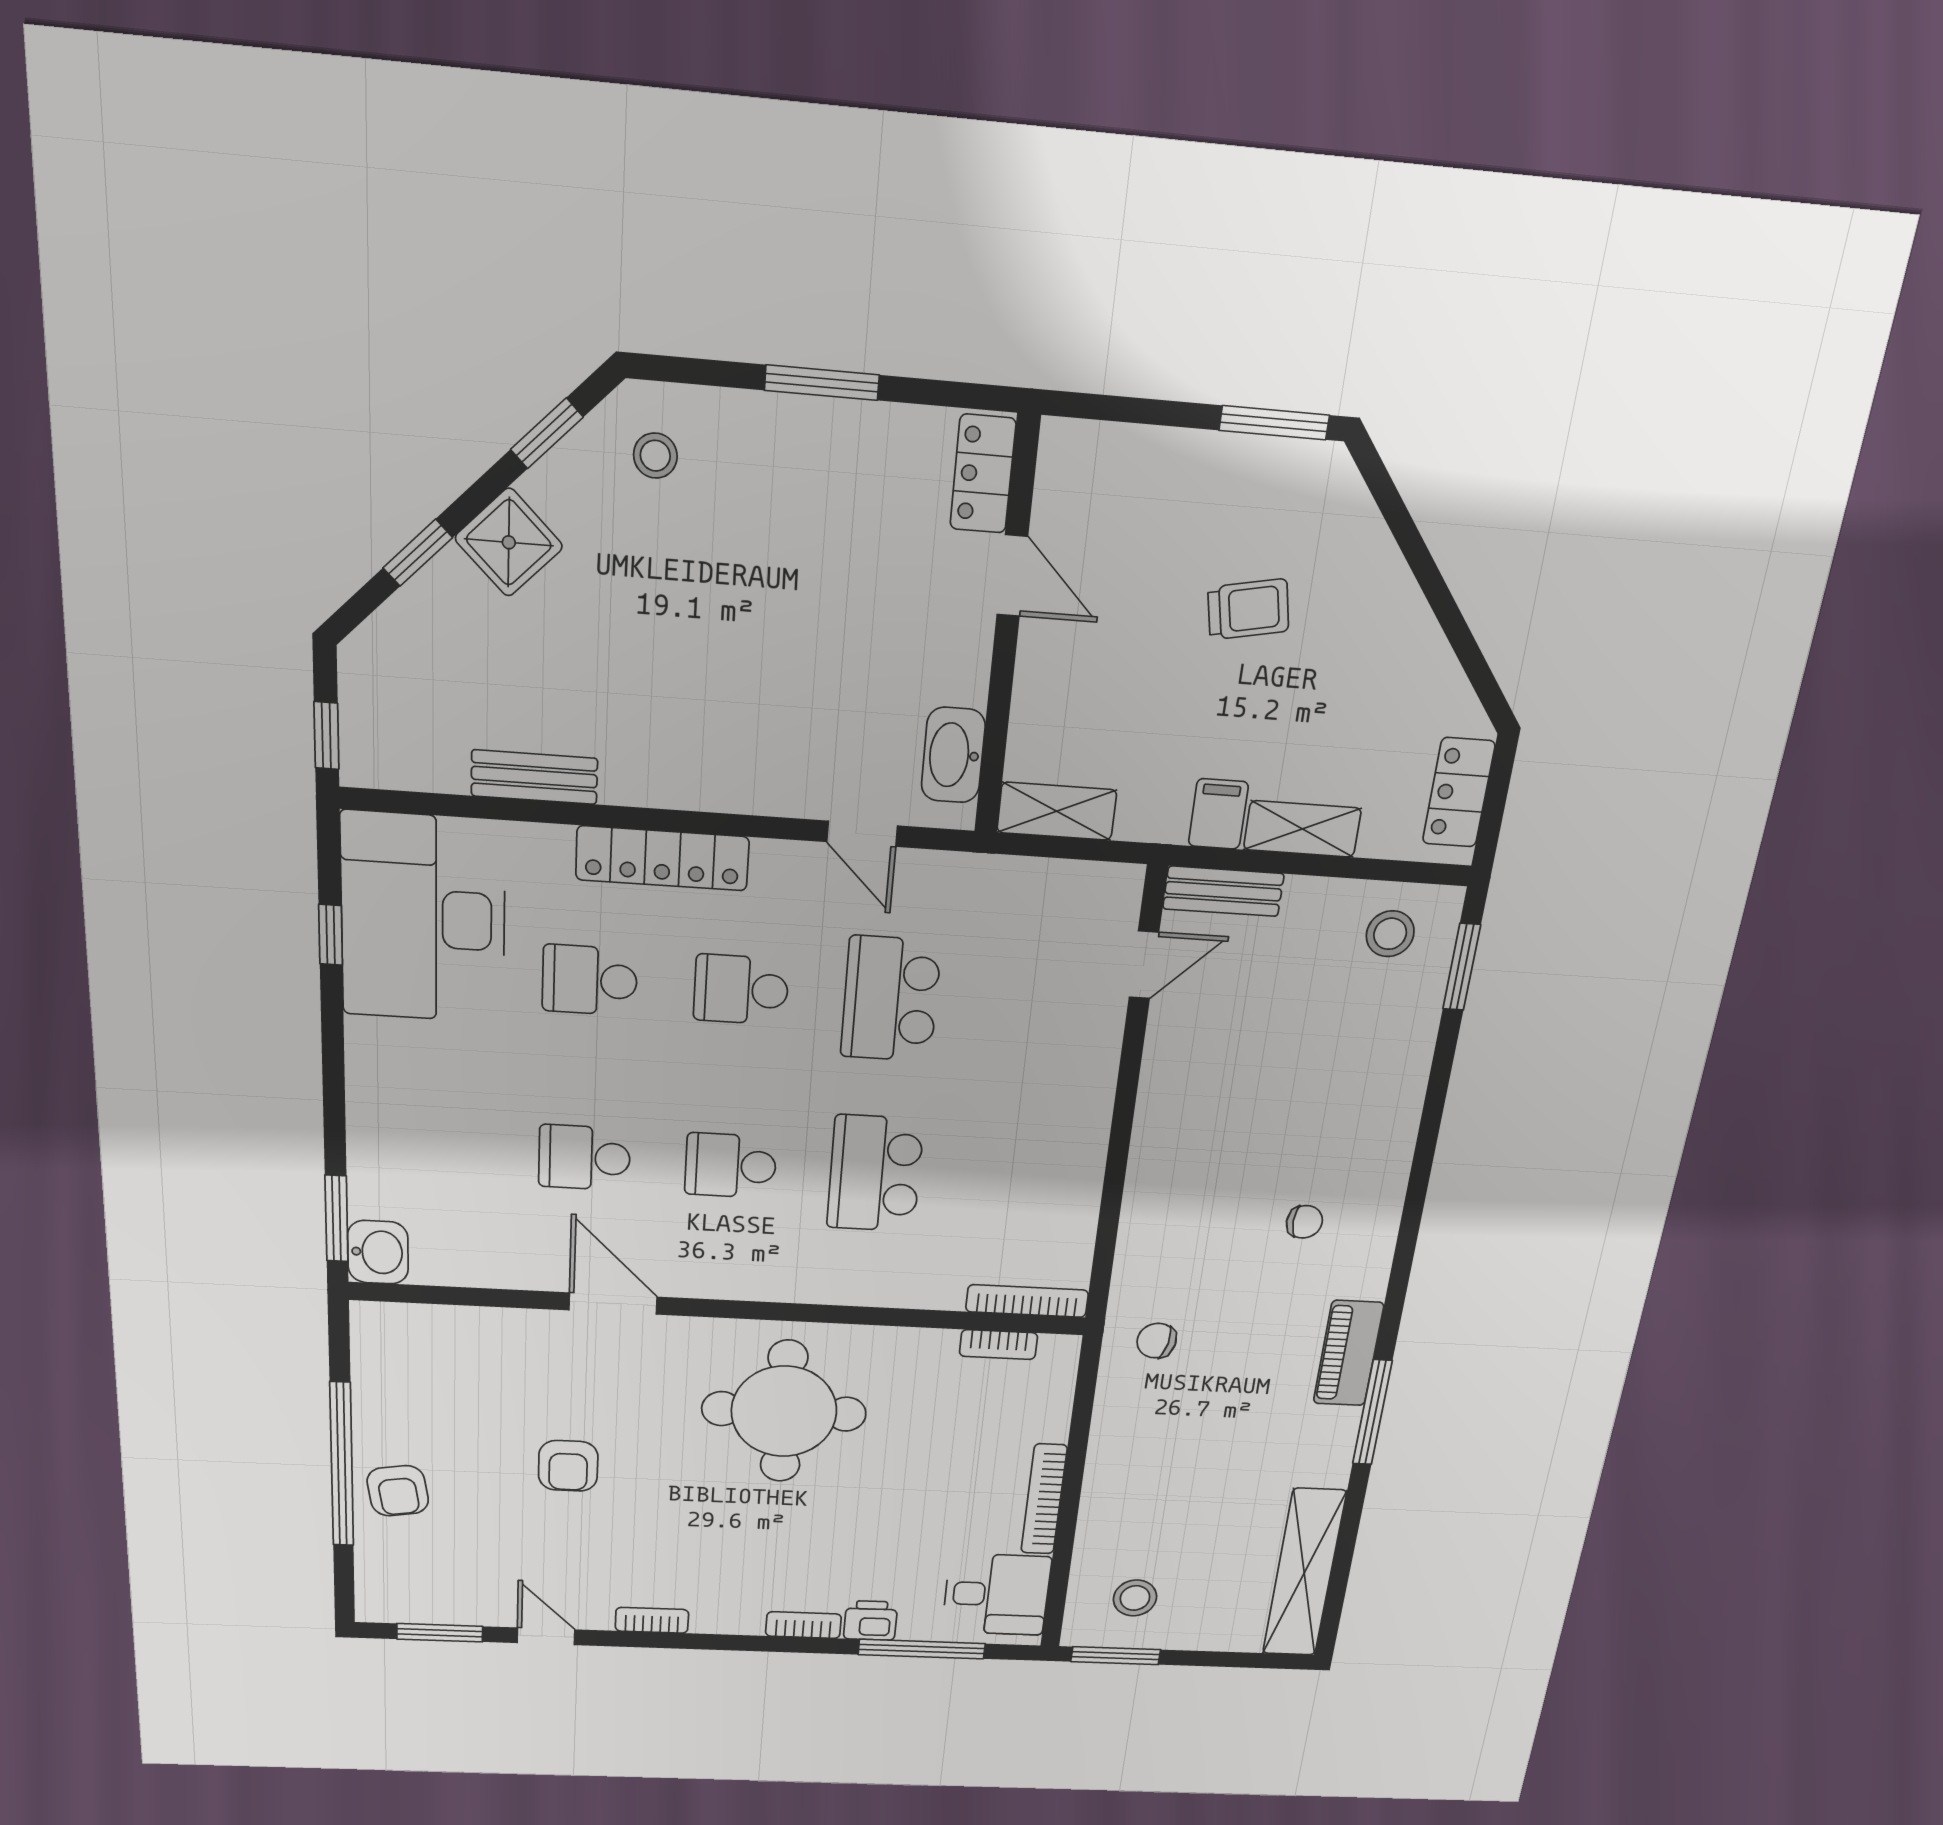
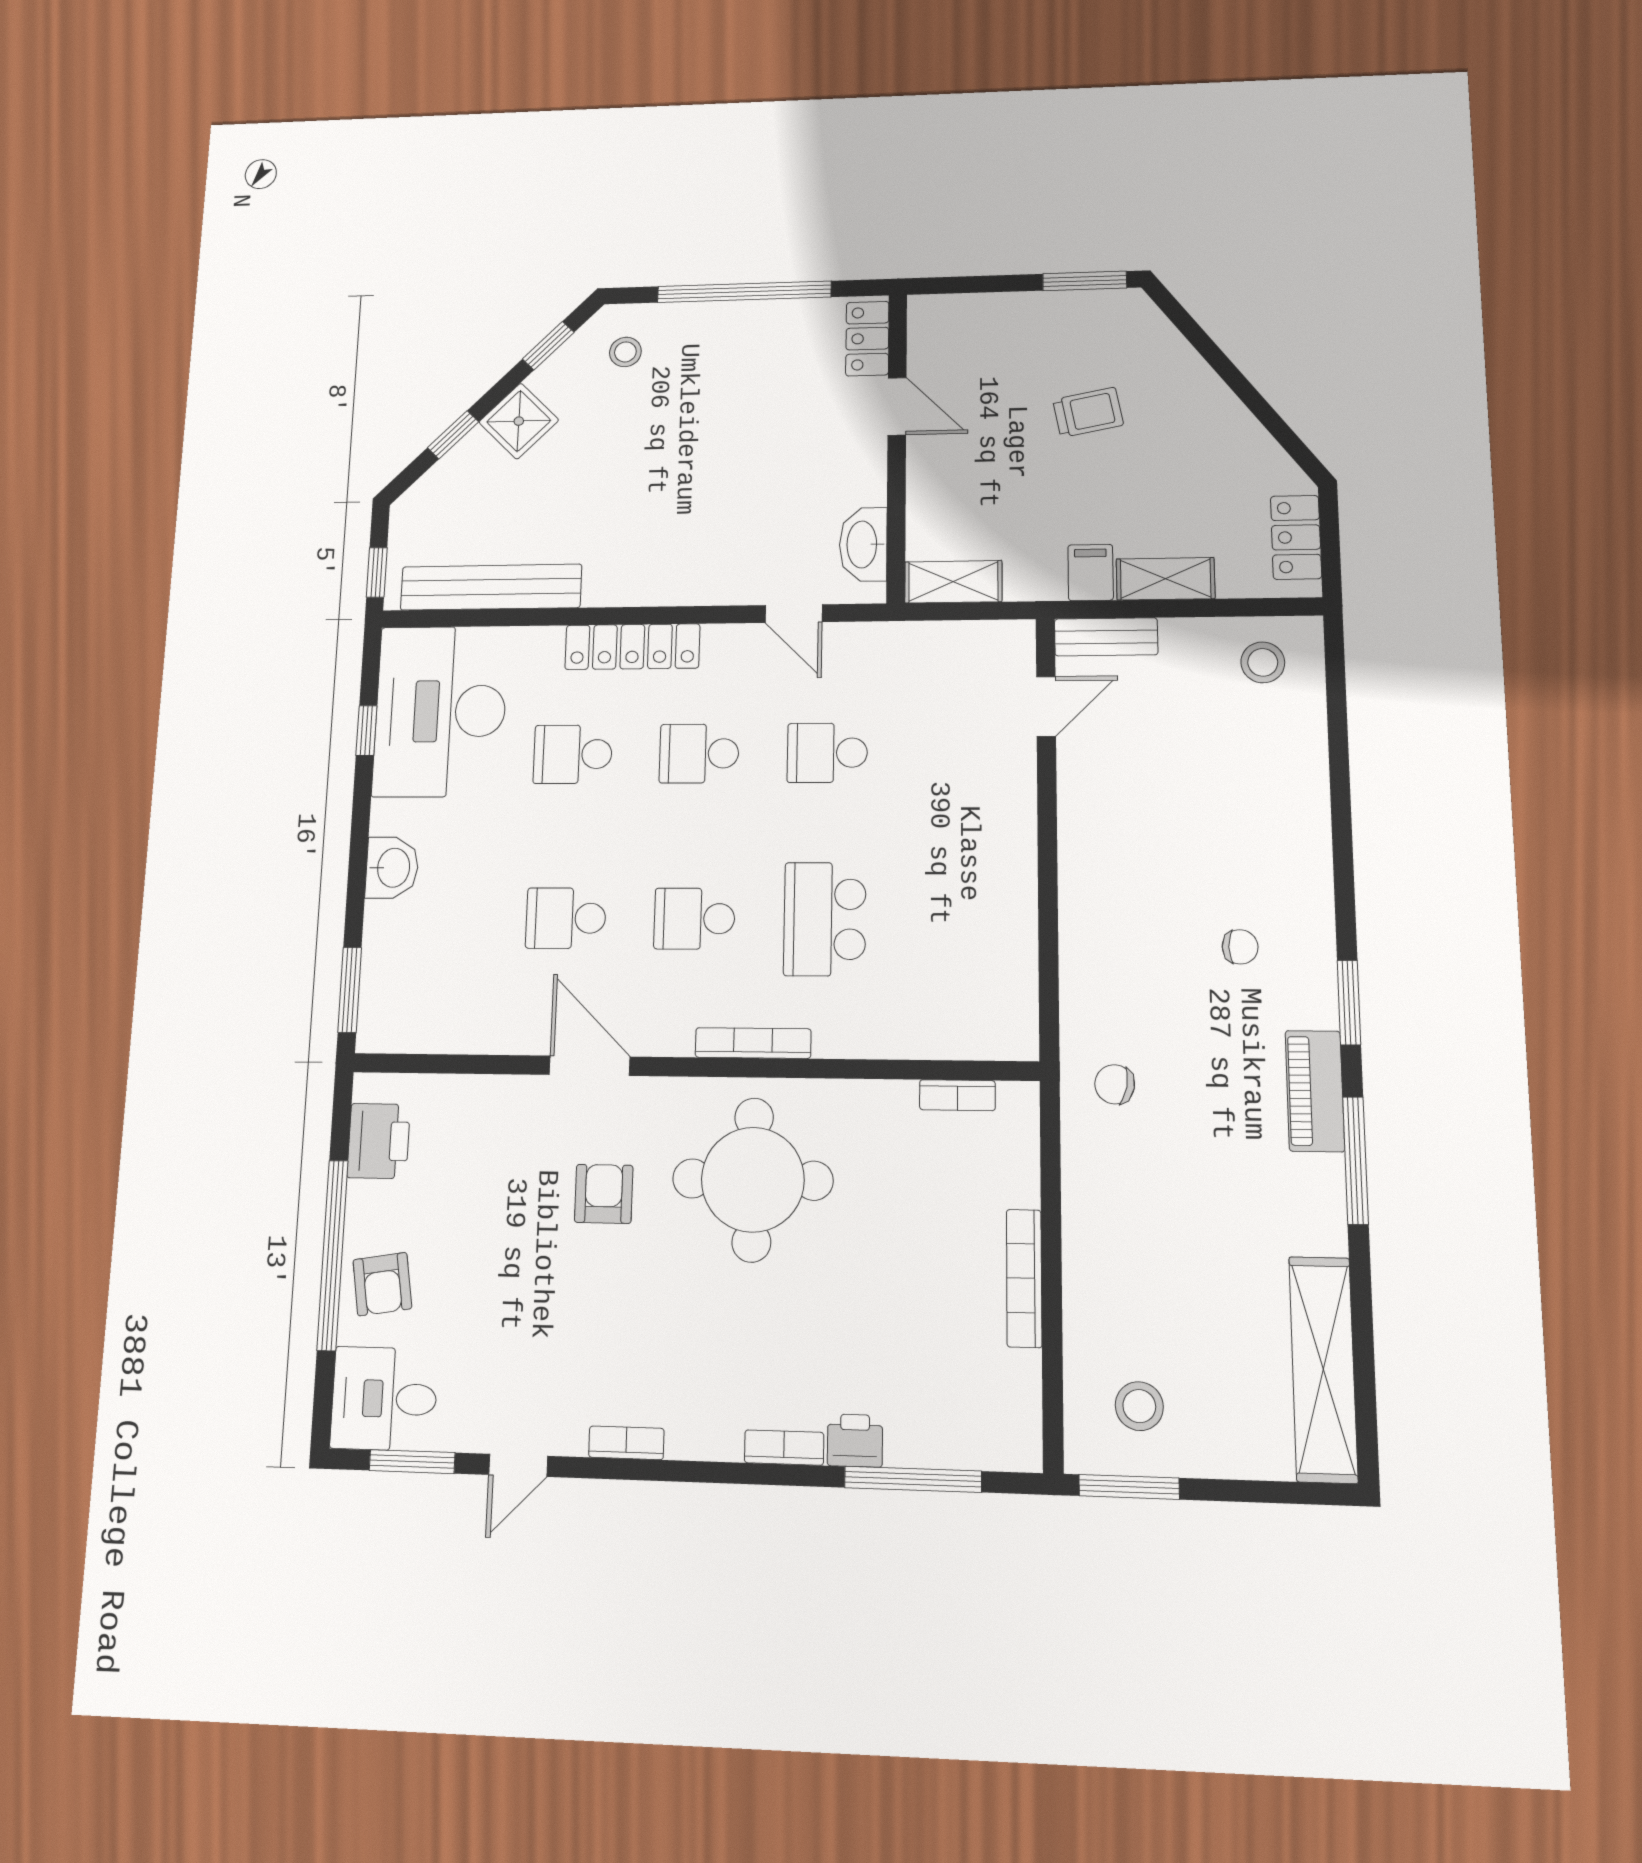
window: (822, 383) -> (744, 292), width x2.11
bench: (534, 777) -> (491, 587), width x1.86, depth x1.21
window: (1462, 967) -> (1349, 1003), moved
school desk: (891, 999) -> (827, 753), width x0.54
washbasin: (378, 1252) -> (392, 868), moved
bookcase: (1027, 1301) -> (753, 1043), moved
printer: (383, 1365) -> (379, 1141), added
armchair: (568, 1466) -> (604, 1194), moved, turned 180
desk: (997, 1594) -> (384, 1399), moved, turned 180
door: (546, 1636) -> (518, 1465), swing flipped

